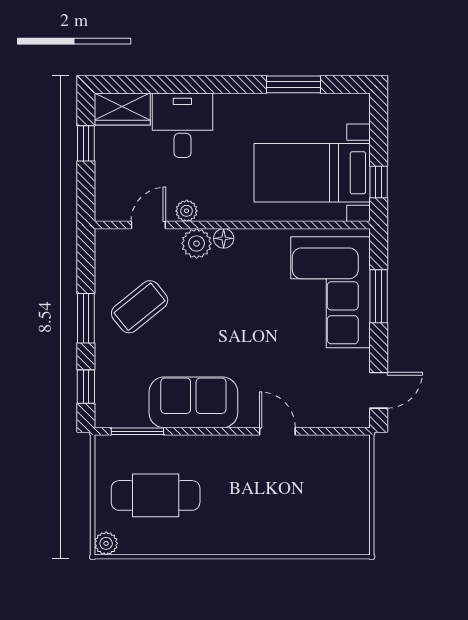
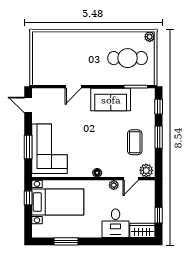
plant: (197, 243) -> (146, 170), moved
coffee table: (140, 307) -> (135, 142), turned -51
door: (379, 390) -> (28, 105), hinge flipped
door: (277, 431) -> (73, 87), hinge flipped

